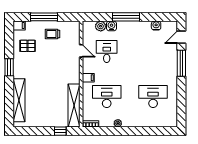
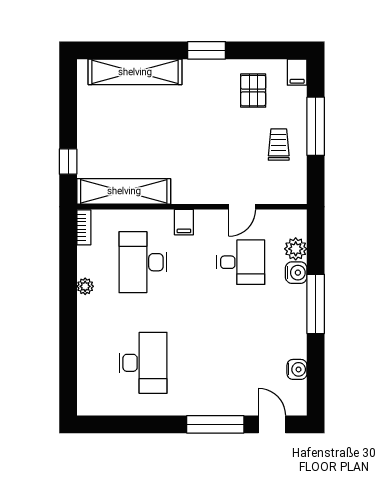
desk: (107, 97) -> (143, 262), turned 180

